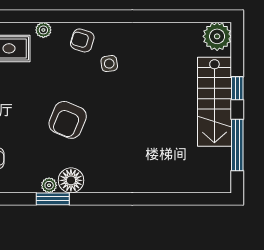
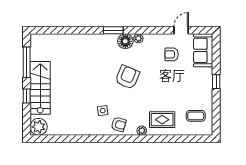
window: (53, 199) -> (113, 30), moved

